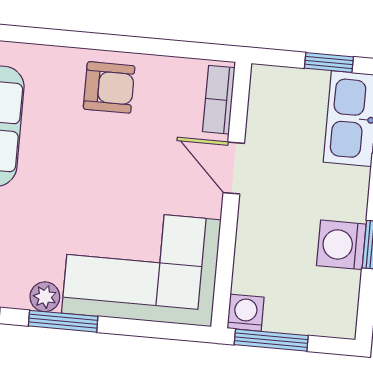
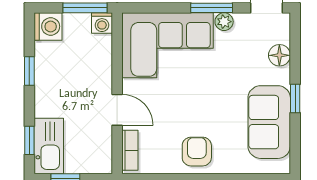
armchair: (109, 87) -> (197, 152), turned 90
washing machine: (341, 245) -> (48, 26), moved

